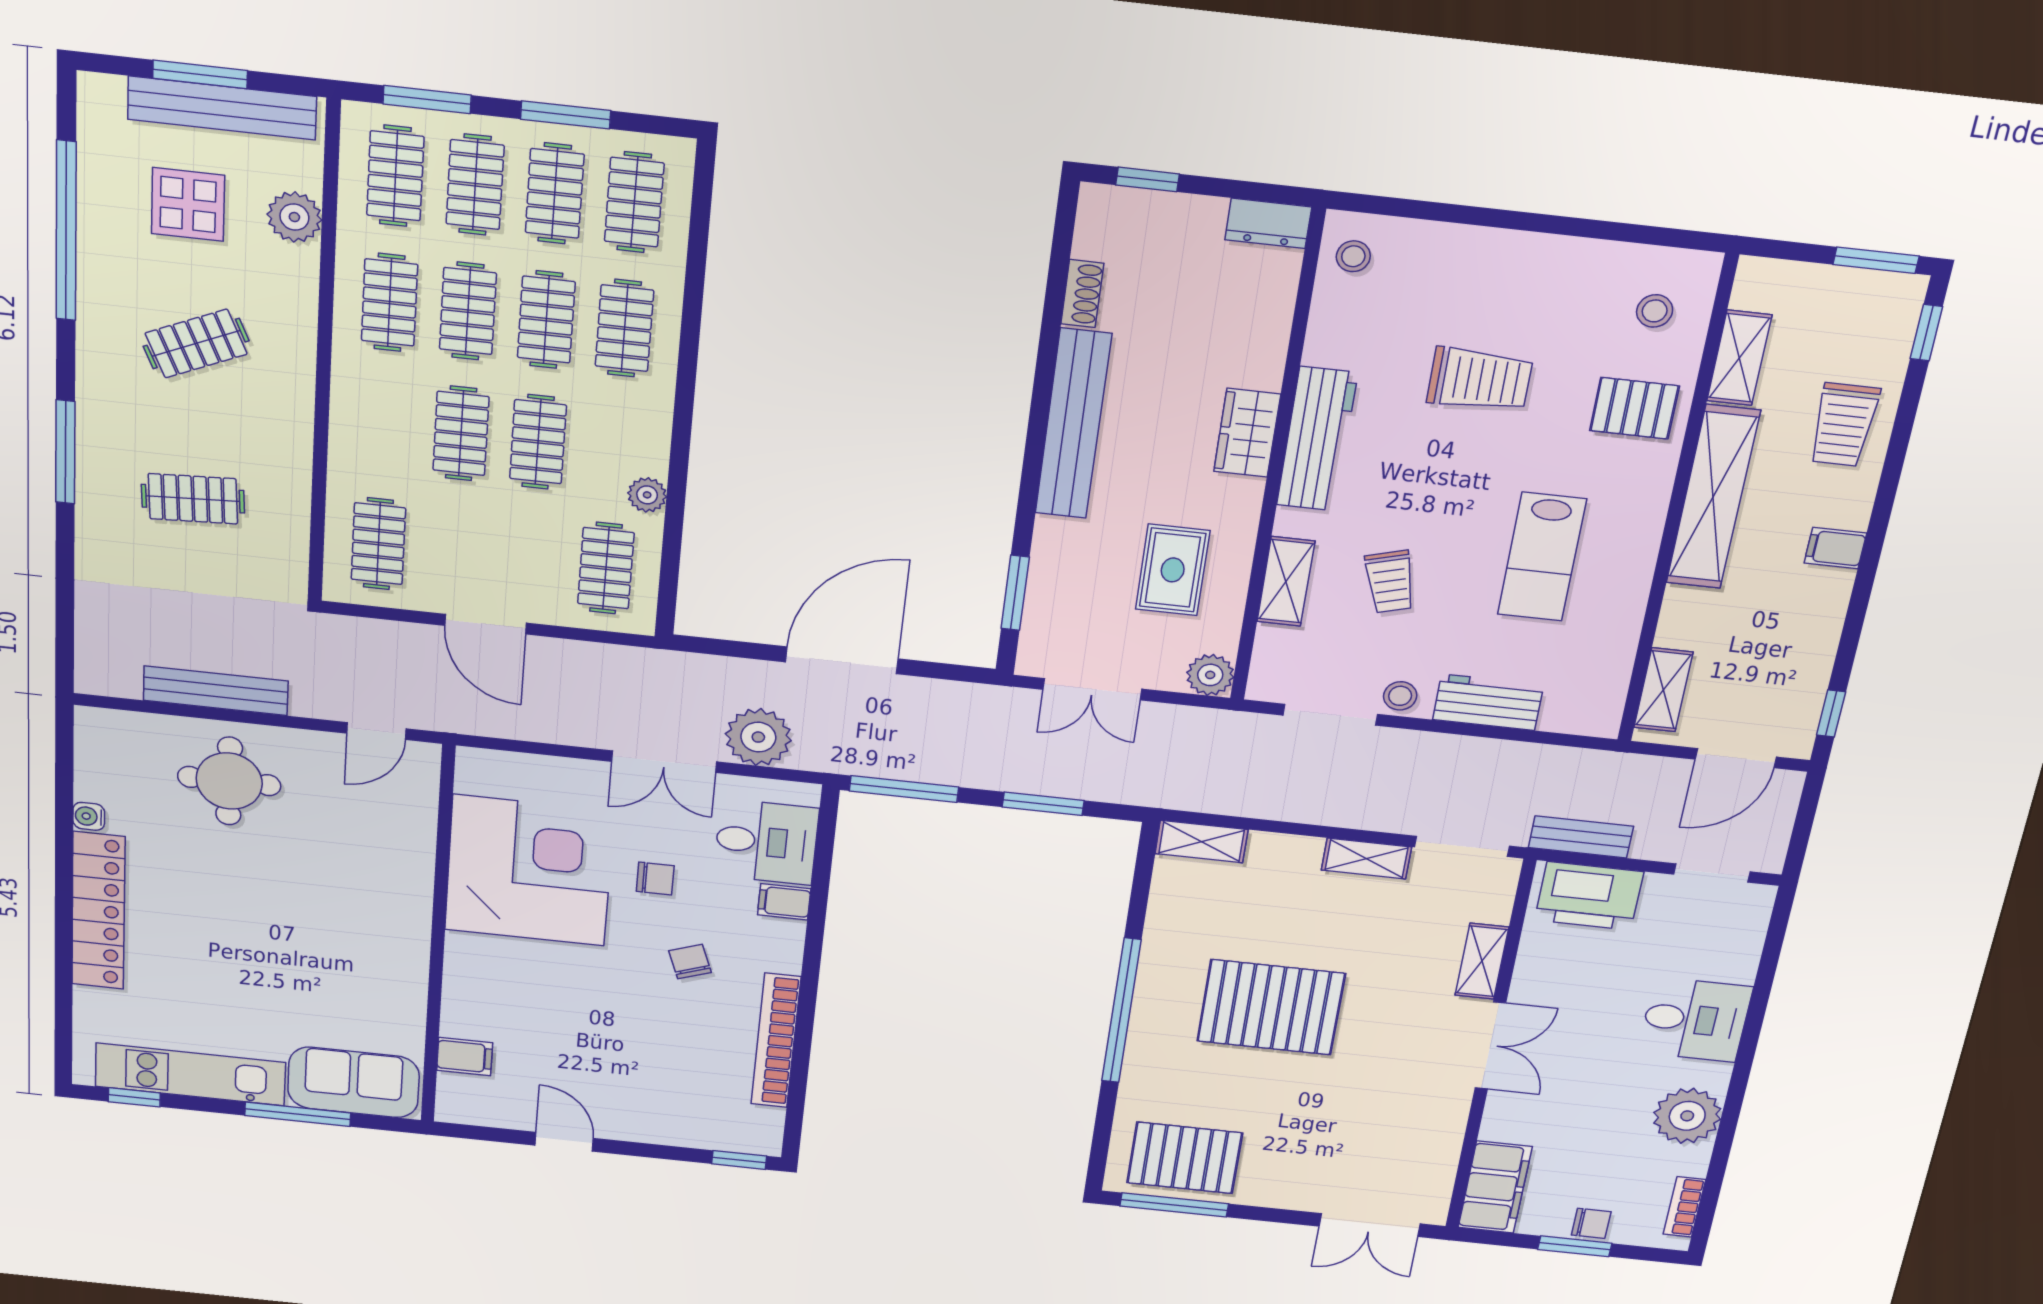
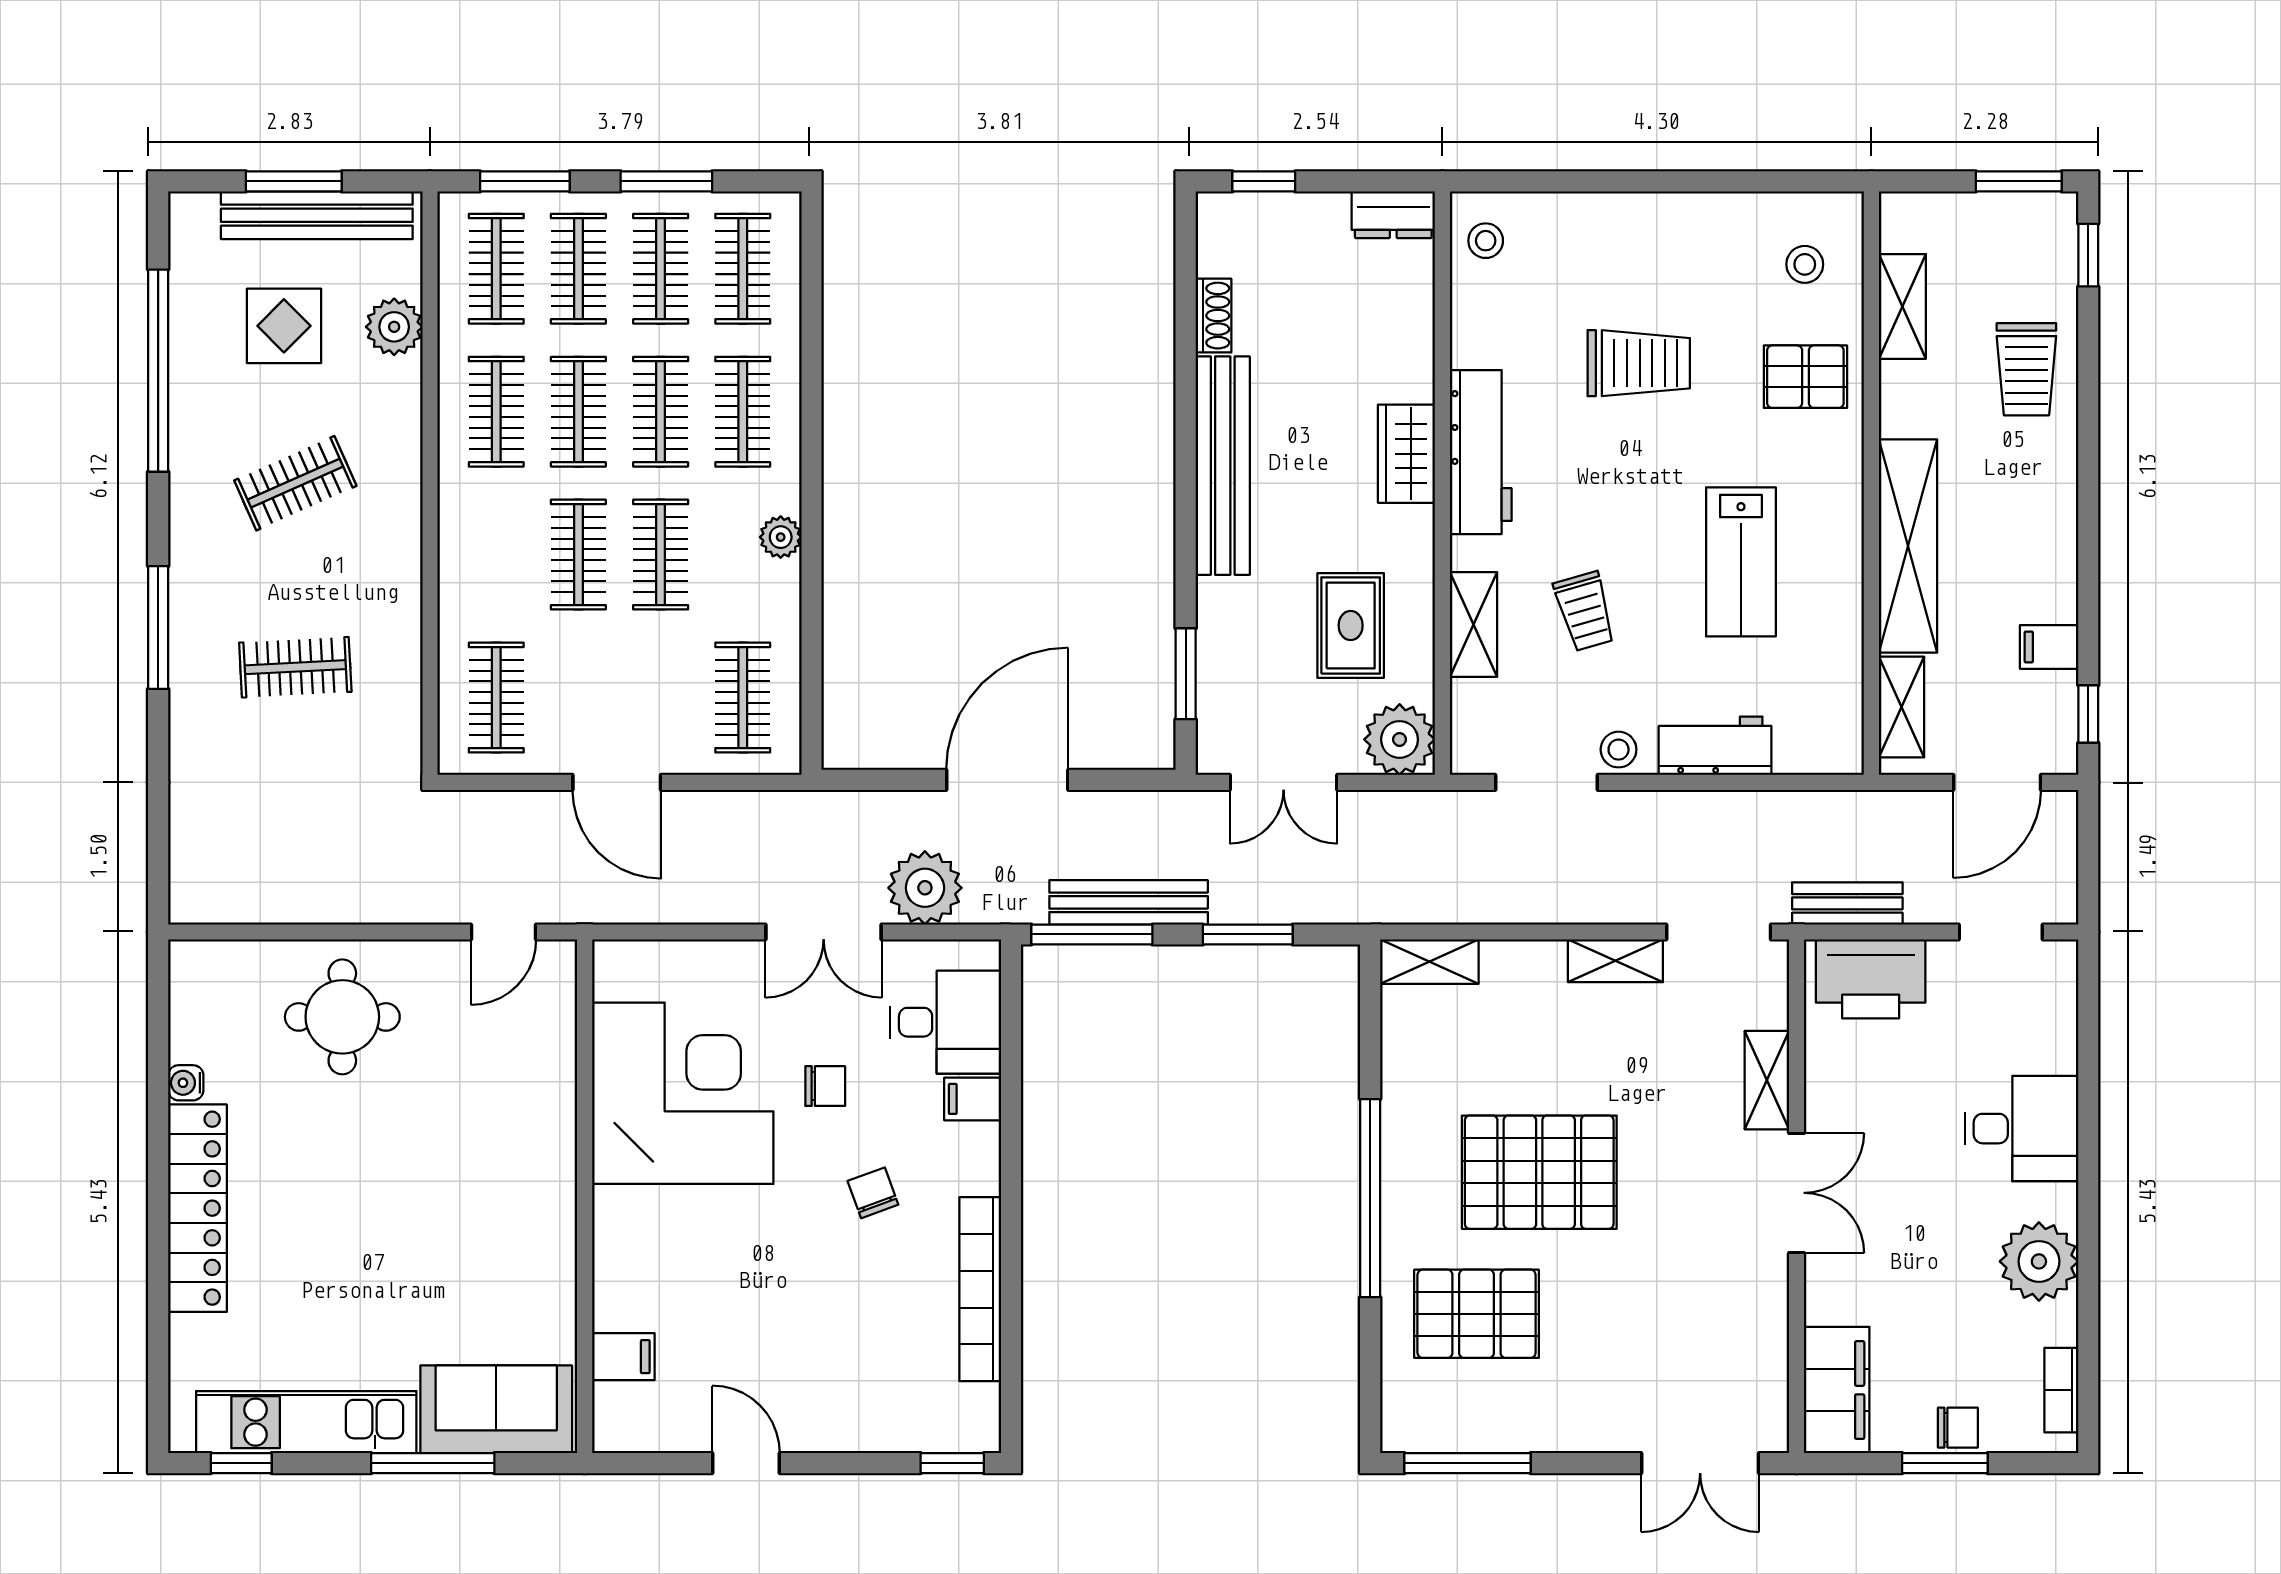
plant: (647, 495) -> (781, 537), moved
shelving: (1713, 497) -> (1908, 546), moved
filing cabinet: (1835, 548) -> (2049, 647), moved
plant: (1210, 675) -> (1400, 739), width x1.36, depth x1.36
bench: (216, 691) -> (1129, 902), moved
pallet: (1185, 1158) -> (1477, 1314), moved

